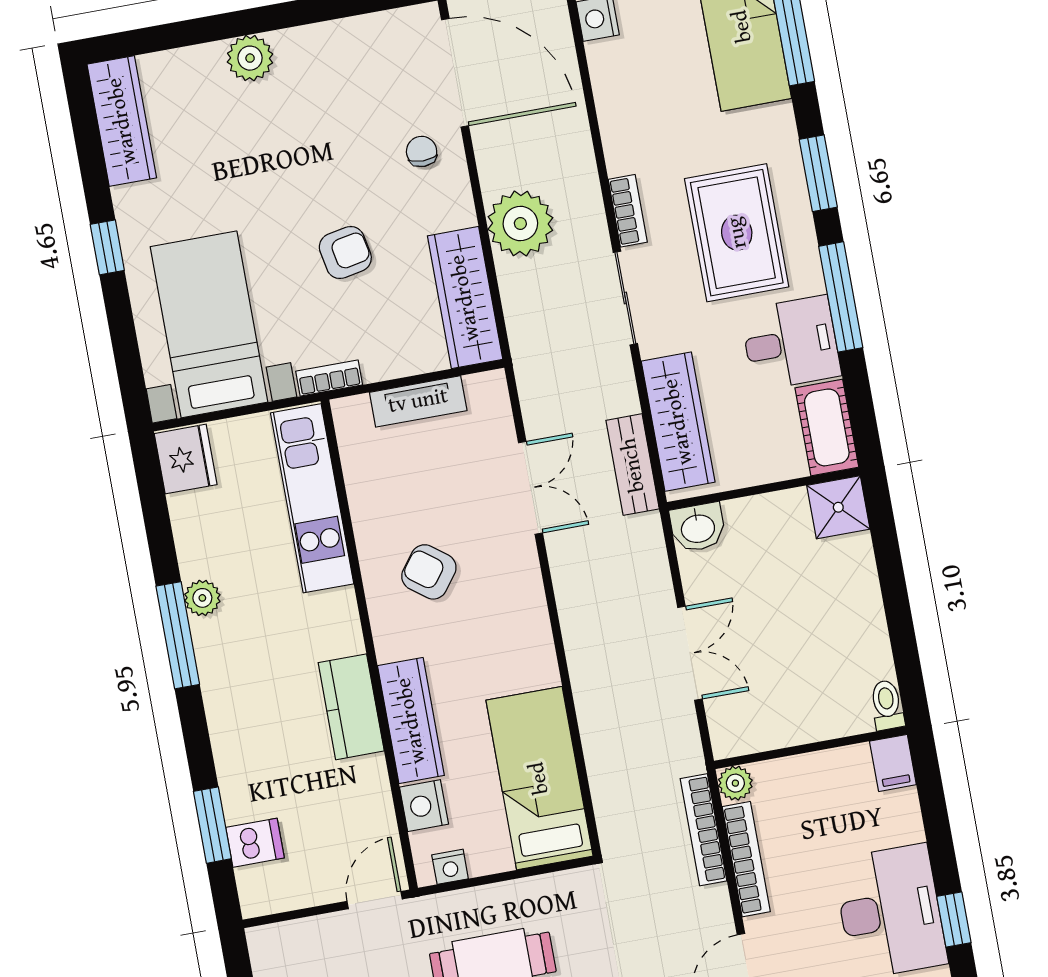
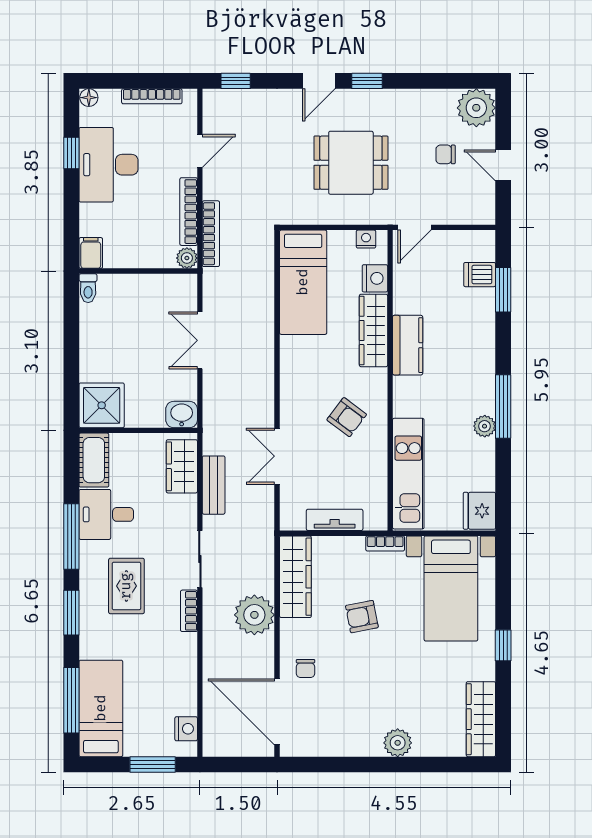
rug: (737, 233) -> (126, 586), width x0.73, depth x0.70
wardrobe: (678, 422) -> (182, 466), width x0.67
bench: (633, 465) -> (214, 485), moved
shower: (838, 507) -> (102, 405), width x1.36, depth x1.36

